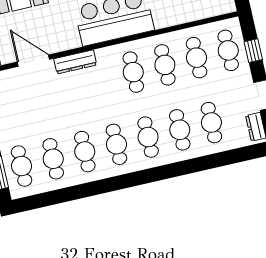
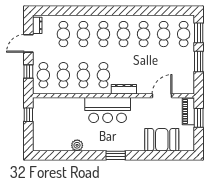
door: (33, 61) -> (162, 96), swing flipped
dresser: (75, 62) -> (124, 89), moved

